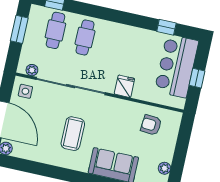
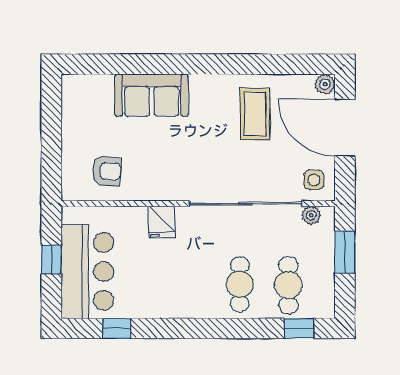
window: (19, 29) -> (345, 252), moved
coffee table: (73, 134) -> (255, 114), moved
plant: (164, 168) -> (71, 108), removed

